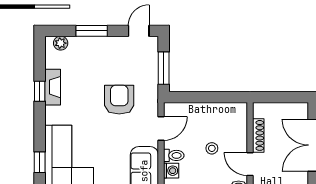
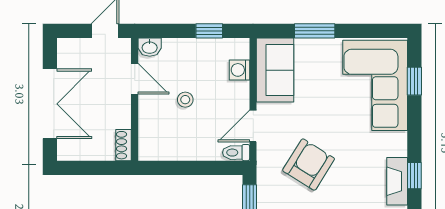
armchair: (119, 100) -> (309, 165), turned -148
shoe rack: (258, 135) -> (123, 145), moved, width x0.70
toilet: (174, 155) -> (236, 153), moved

